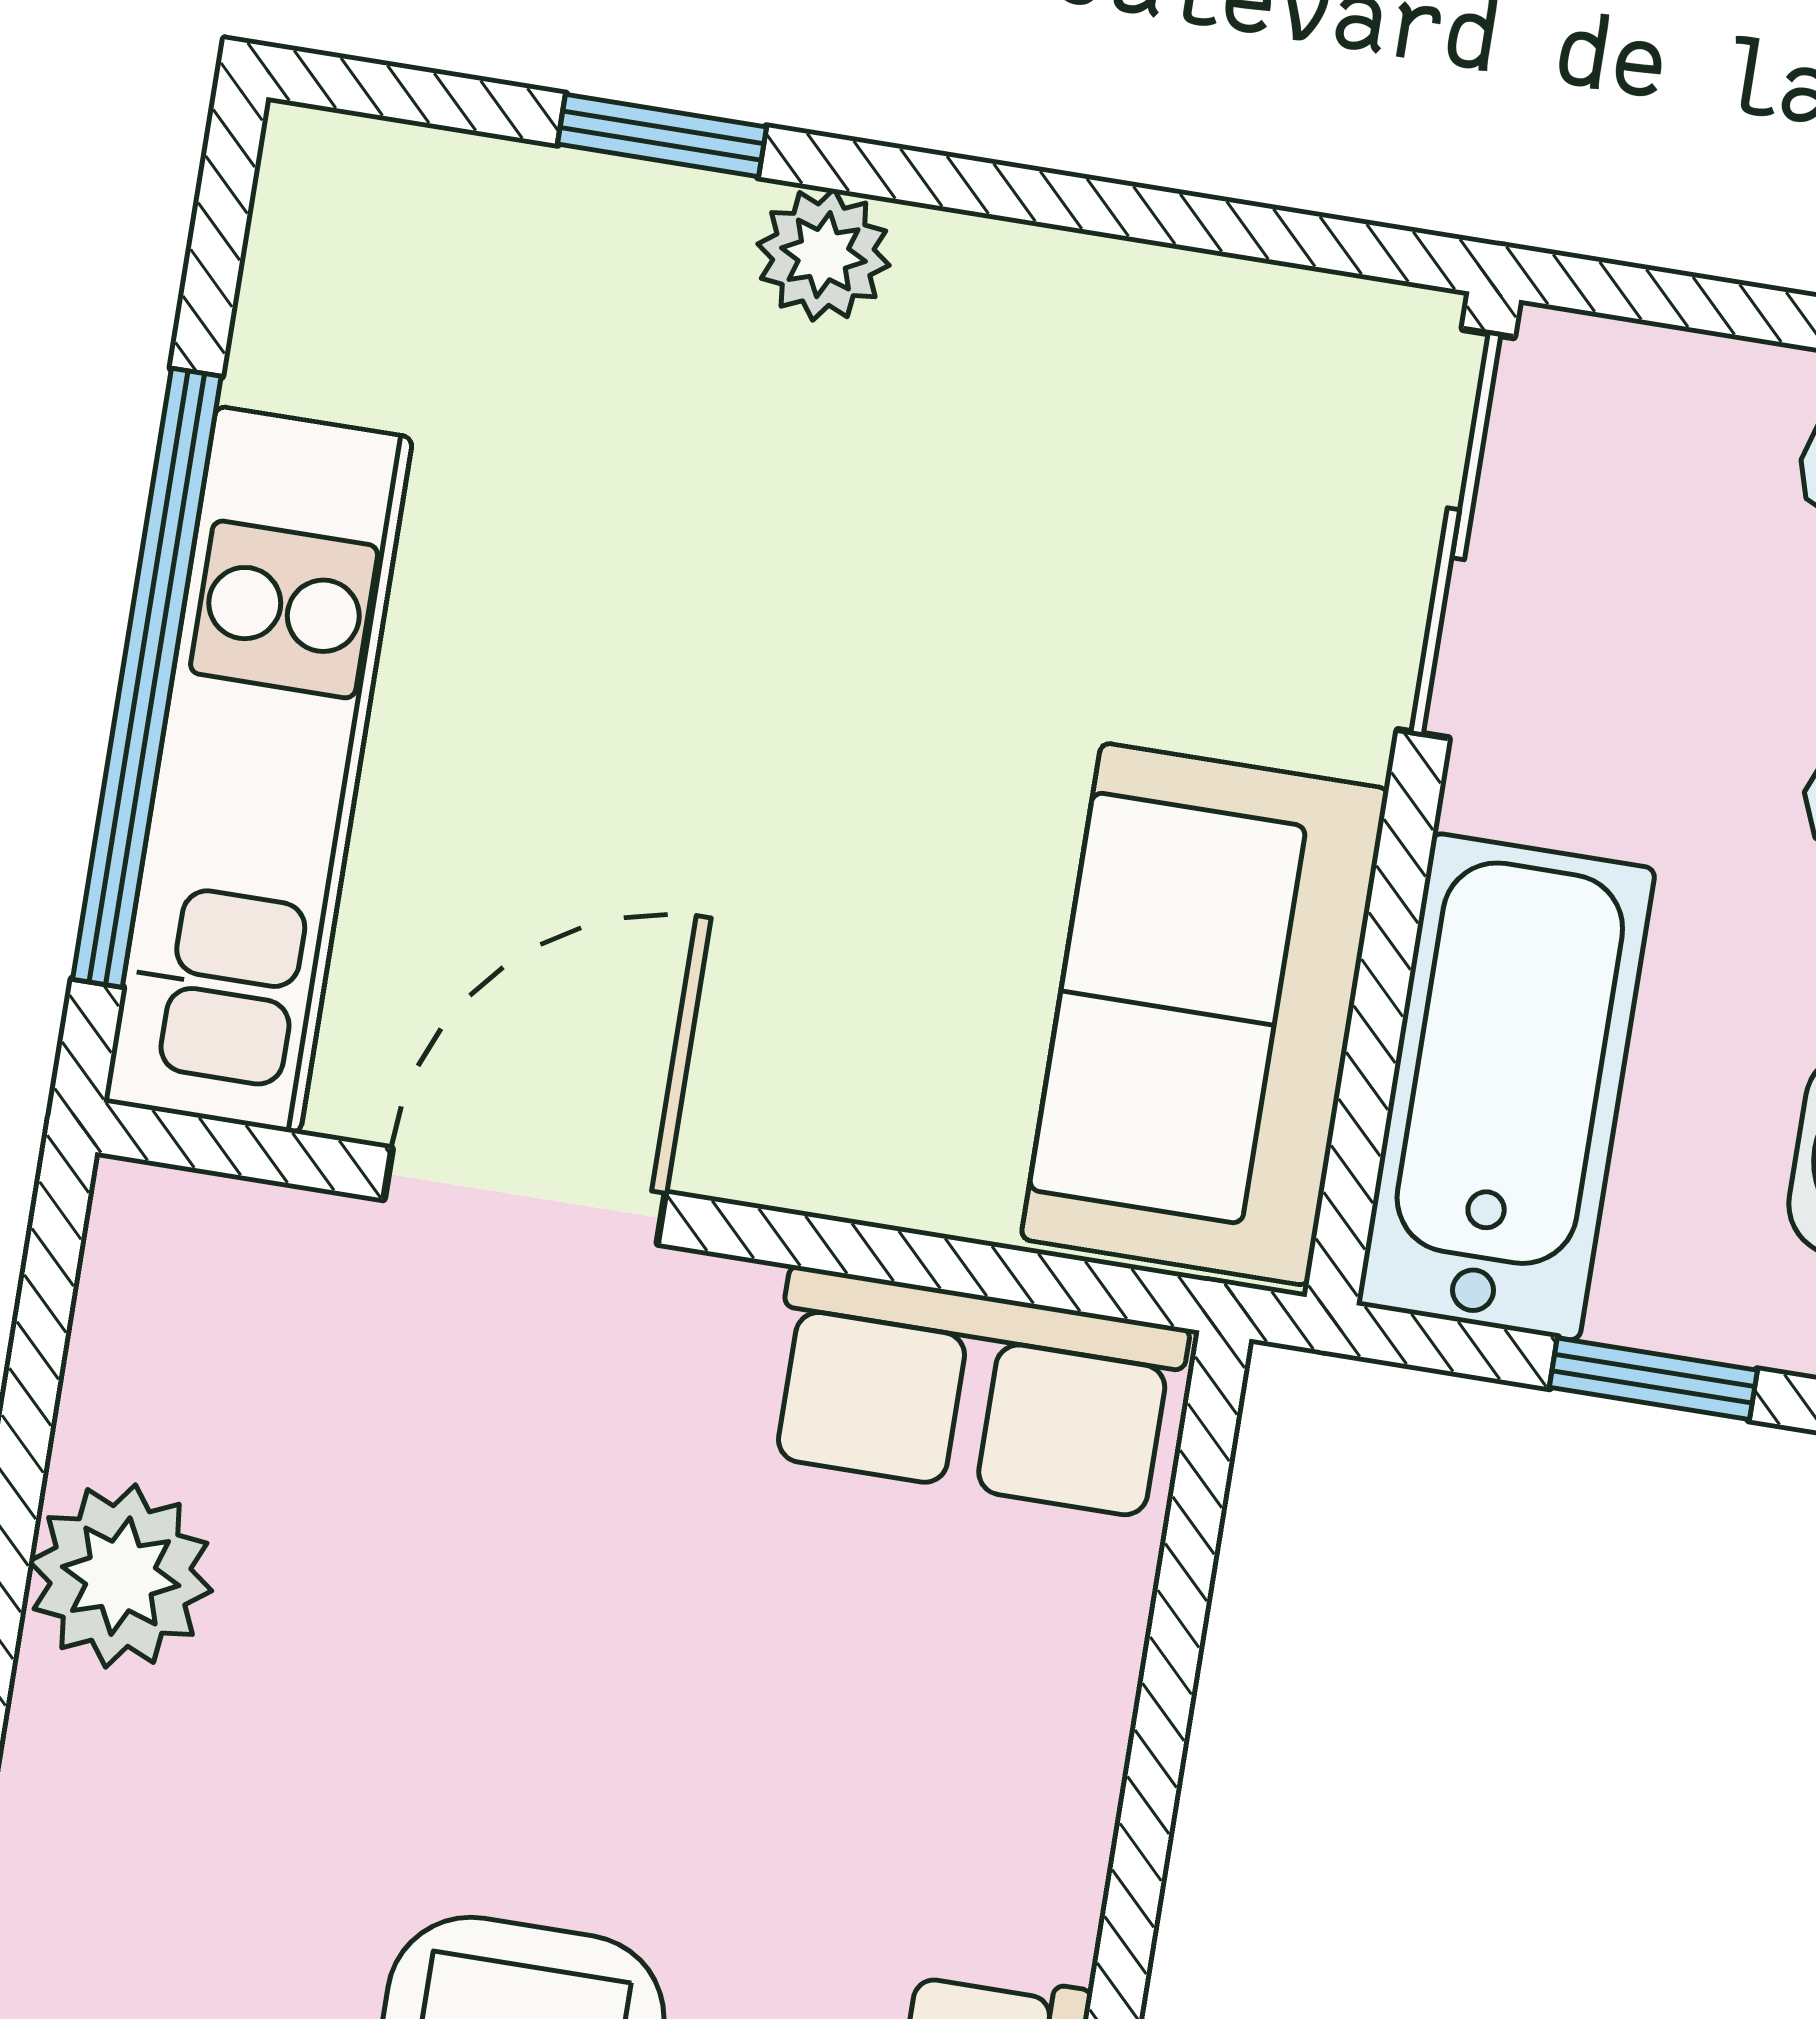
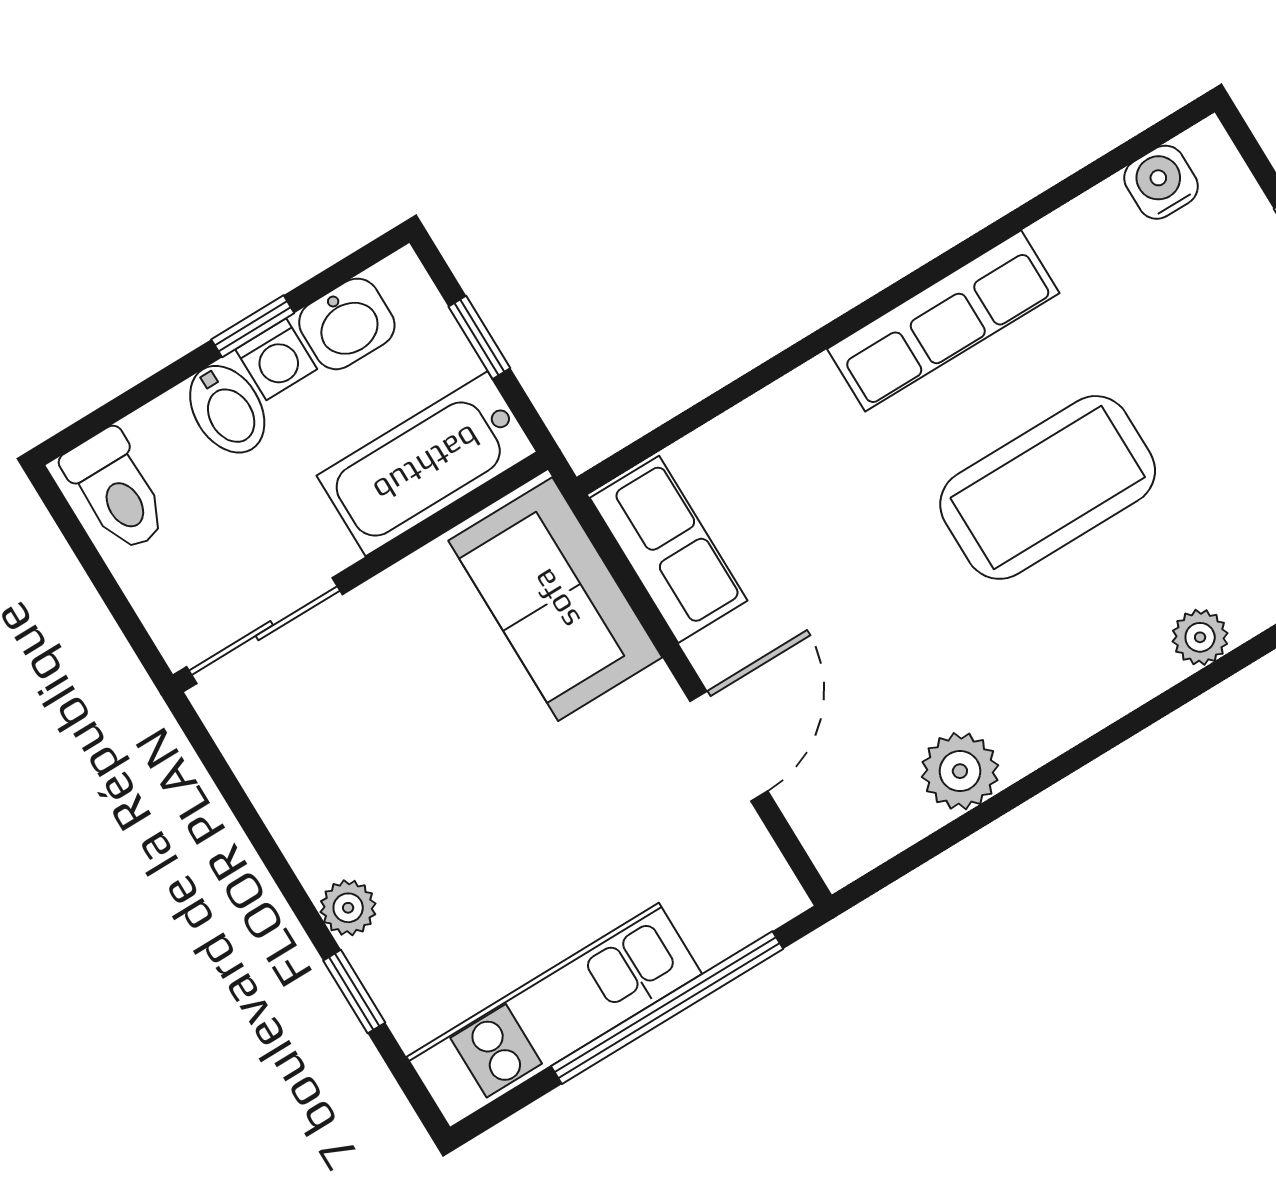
kitchen unit: (258, 770) -> (554, 1015), moved
sofa: (1205, 1014) -> (555, 599), moved, turned 90
door: (525, 1196) -> (729, 746), swing flipped

